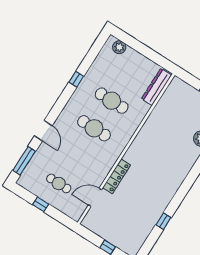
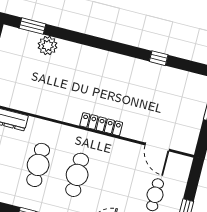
locker: (117, 176) -> (101, 124), moved

